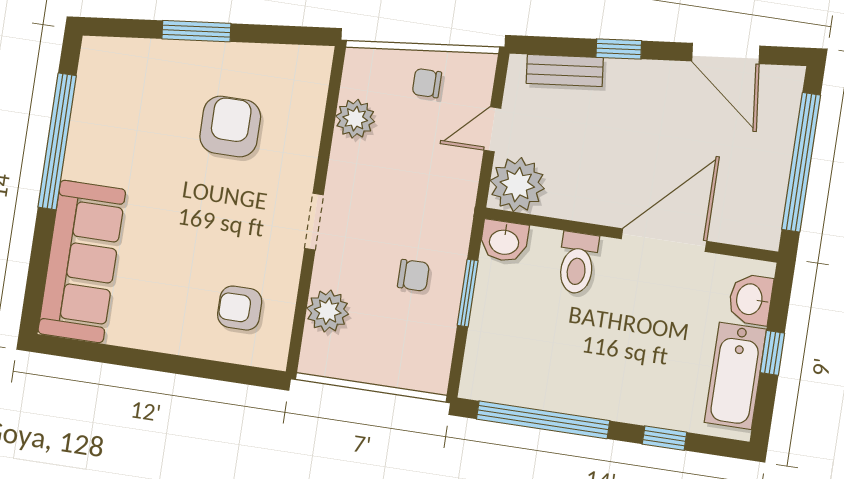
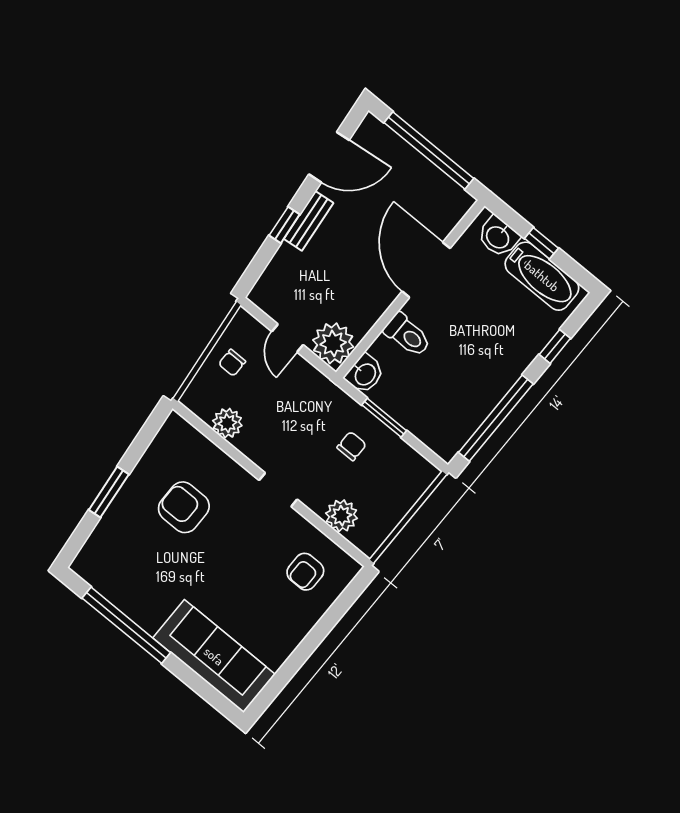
bench: (565, 70) -> (309, 221), moved

